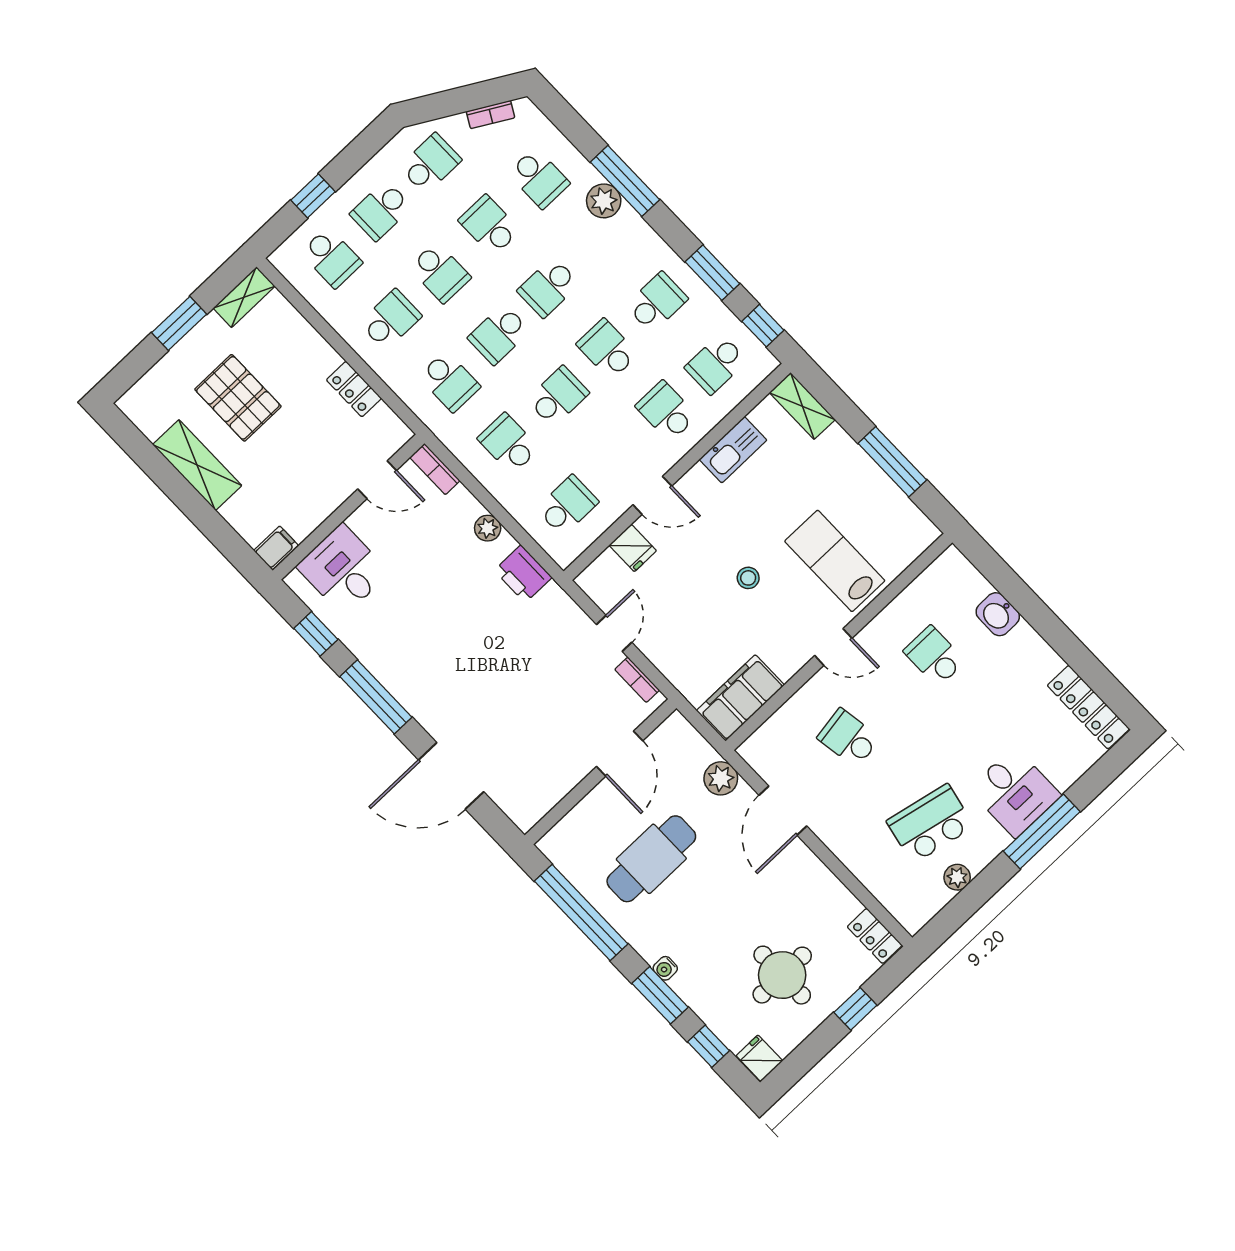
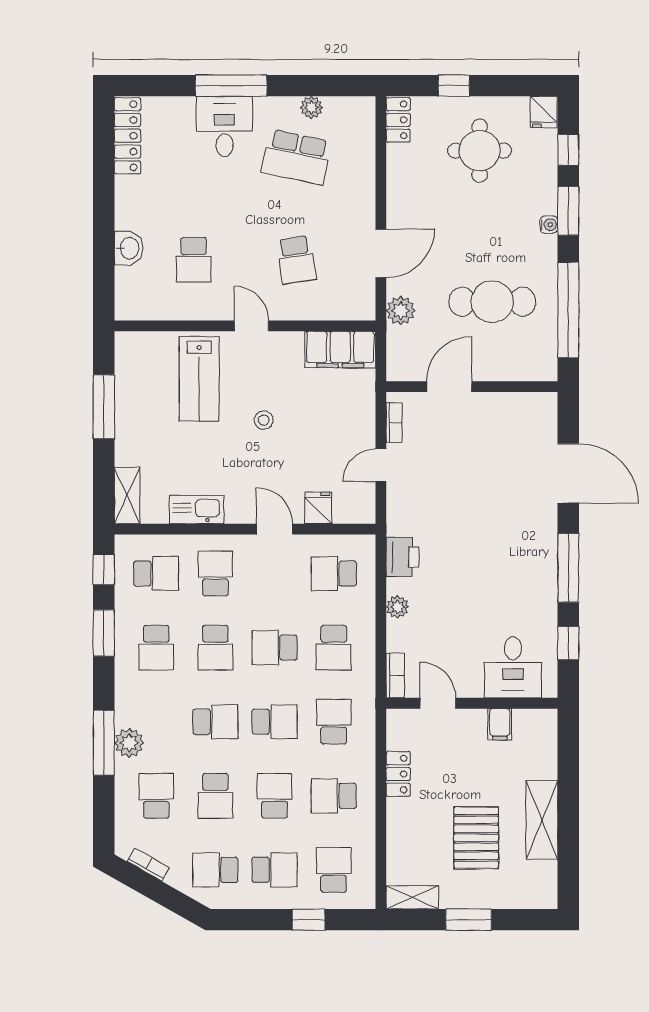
school desk: (657, 302) -> (156, 648), turned -90
school desk: (666, 411) -> (215, 574), turned 180
filing cabinet: (276, 548) -> (500, 724), moved, turned -90

